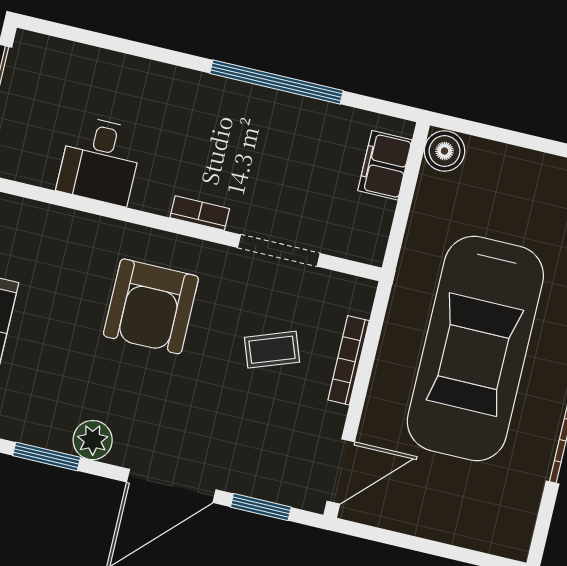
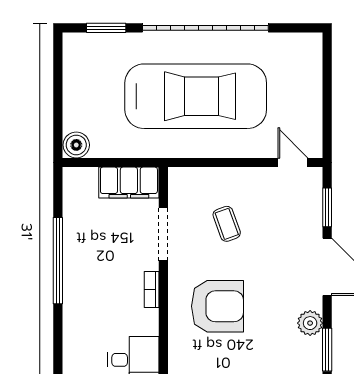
filing cabinet: (385, 165) -> (129, 183), moved, width x1.50, depth x1.17
bookcase: (349, 360) -> (222, 174), removed
door: (341, 472) -> (293, 163), width x0.73

